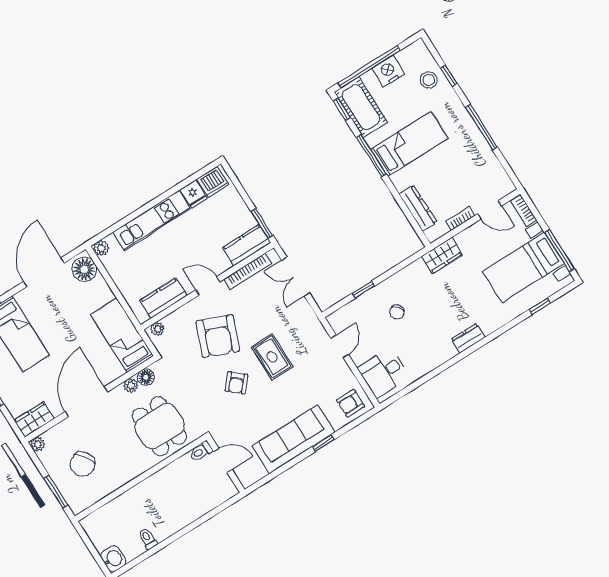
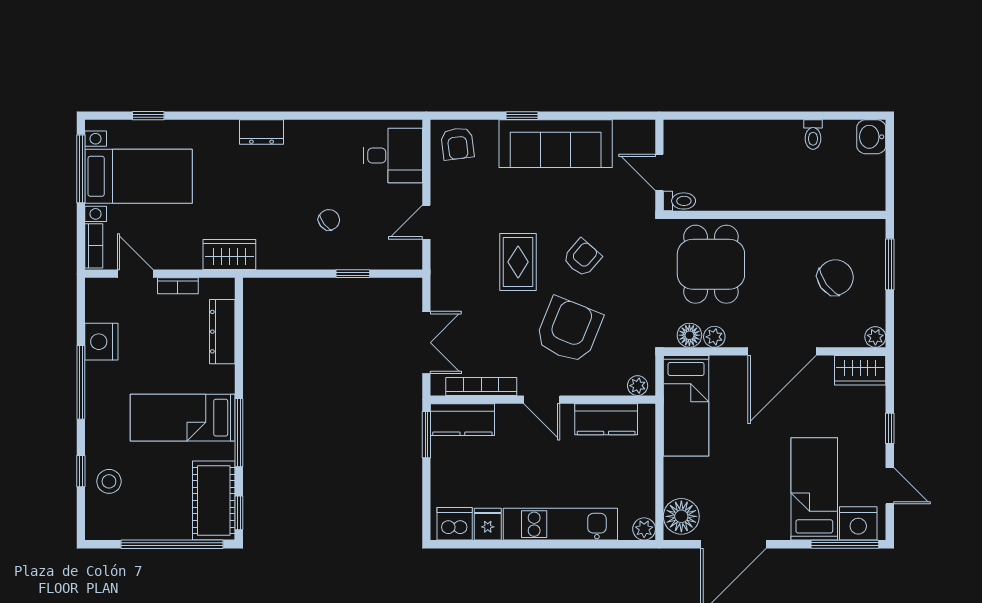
nightstand: (388, 71) -> (101, 342), moved, turned 90
armchair: (351, 403) -> (457, 144), turned 83

